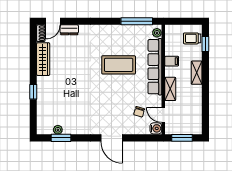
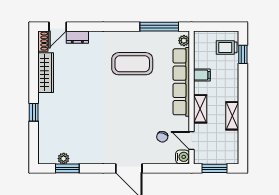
coffee table: (119, 65) -> (132, 64), moved
shelving: (197, 73) -> (232, 116), moved

